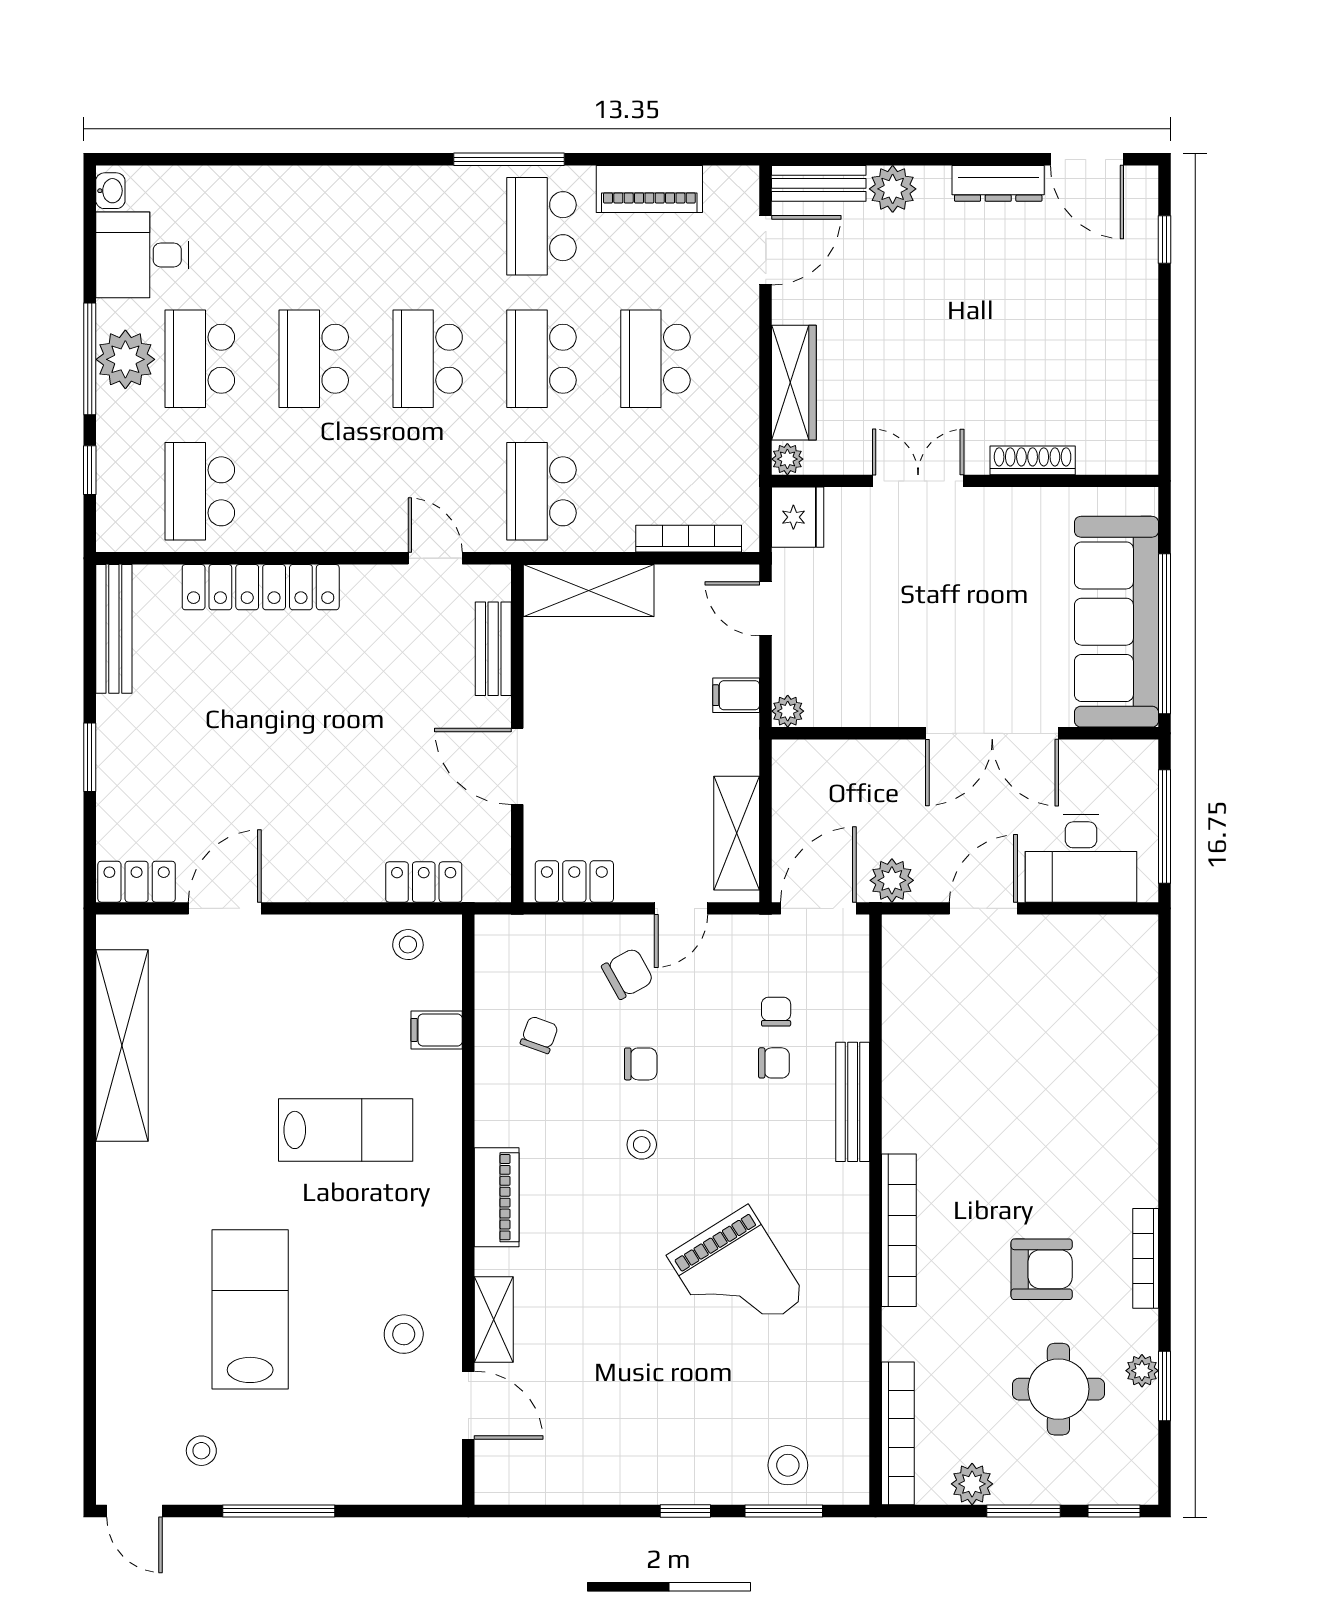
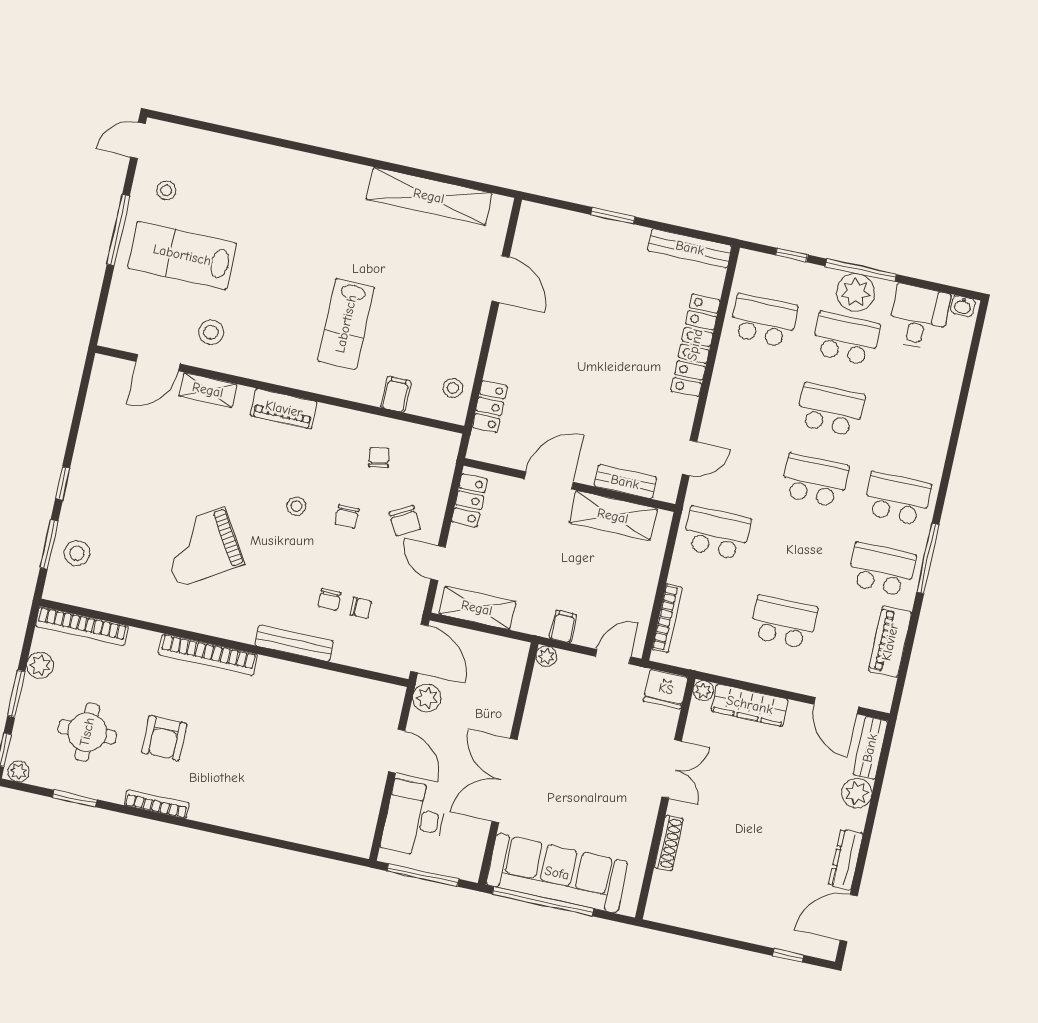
school desk: (542, 359) -> (897, 499), moved
shelving: (589, 590) -> (613, 516), moved, turned 90
locker: (137, 882) -> (529, 228), removed
chair: (539, 1035) -> (379, 457), turned -120
lab bench: (250, 1309) -> (182, 255), moved, turned 180
plant: (1142, 1371) -> (19, 771), moved

